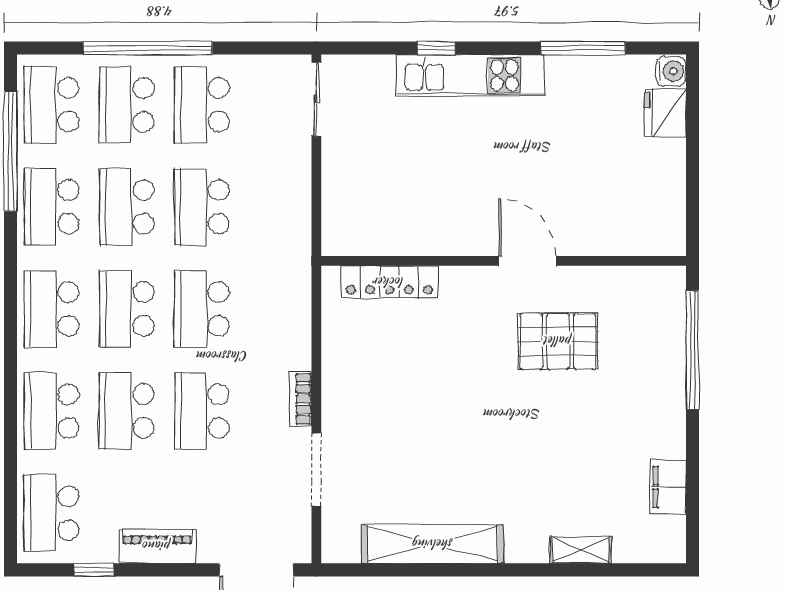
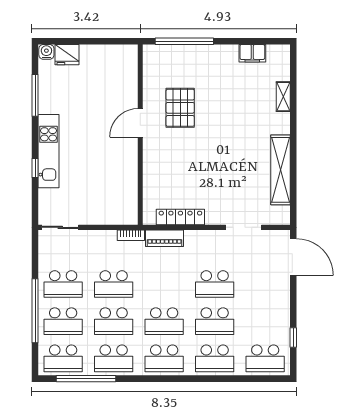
locker: (389, 282) -> (180, 217), moved, turned -90
school desk: (202, 309) -> (164, 284), removed
bookcase: (301, 399) -> (131, 235), moved
piano: (157, 546) -> (165, 238), moved, turned -90

